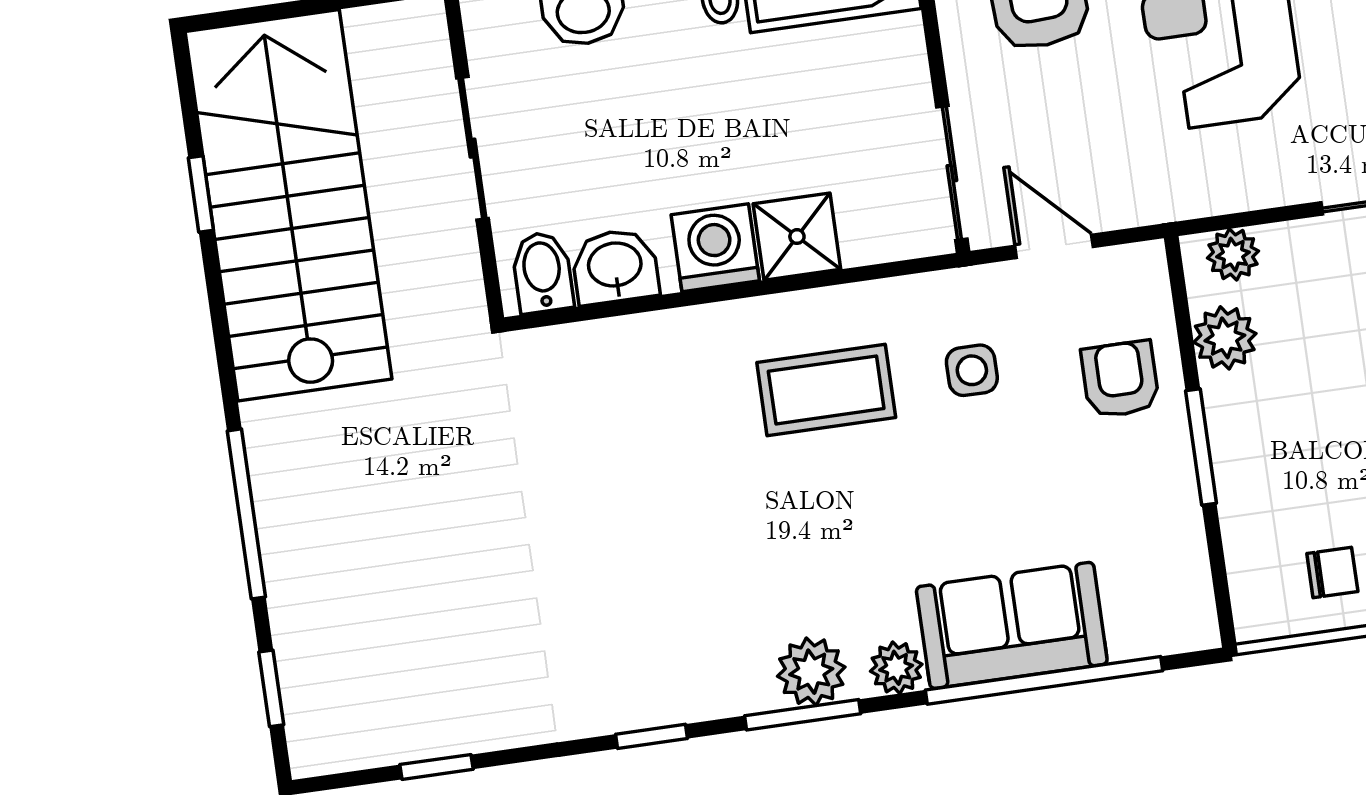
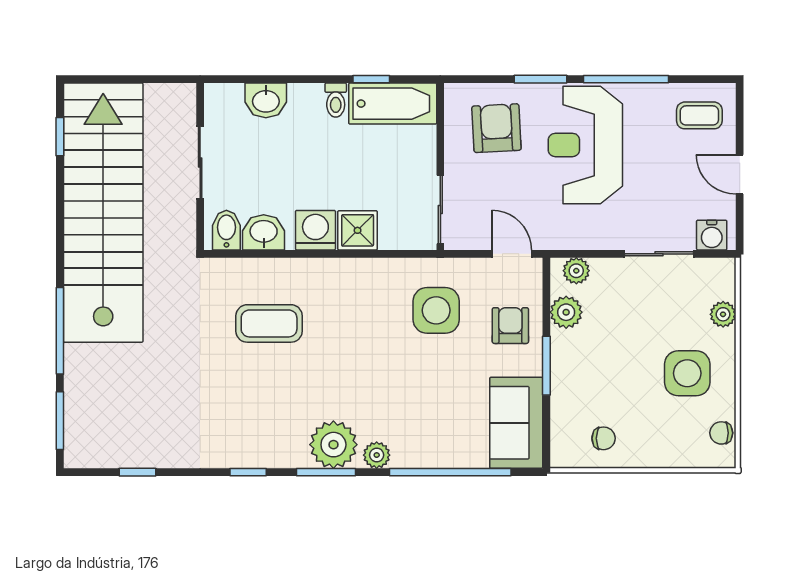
window: (201, 194) -> (60, 137), moved
stairs: (288, 205) -> (103, 213), width x1.36
door: (1054, 246) -> (512, 254), moved
side table: (972, 370) -> (436, 310), width x1.87, depth x1.87
coffee table: (826, 390) -> (269, 323), moved
sofa: (1012, 625) -> (516, 423), moved, turned -90
plant: (811, 672) -> (333, 445), width x1.36, depth x1.36
window: (271, 688) -> (60, 421), width x1.50

